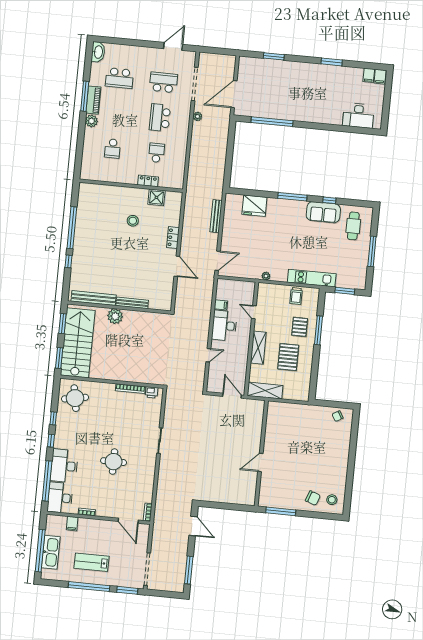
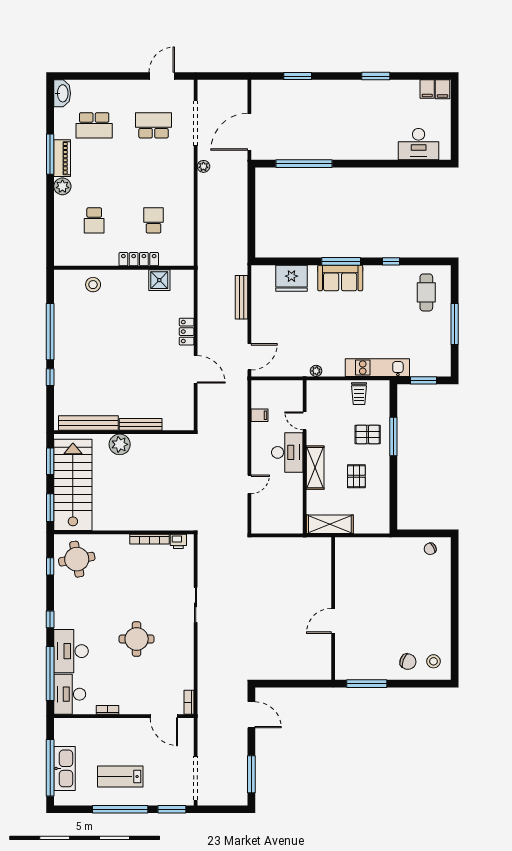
school desk: (160, 118) -> (154, 173), removed
locker: (148, 181) -> (139, 259), width x1.53
sofa: (323, 212) -> (340, 278), moved
stool: (133, 221) -> (93, 285), moved
desk: (224, 326) -> (287, 452), moved, turned 180
pallet: (300, 327) -> (368, 434), turned 90
pallet: (288, 357) -> (356, 476), width x0.67, depth x0.71
door: (232, 396) -> (286, 535), removed
window: (53, 418) -> (50, 566), moved
filing cabinet: (72, 524) -> (89, 727), removed

